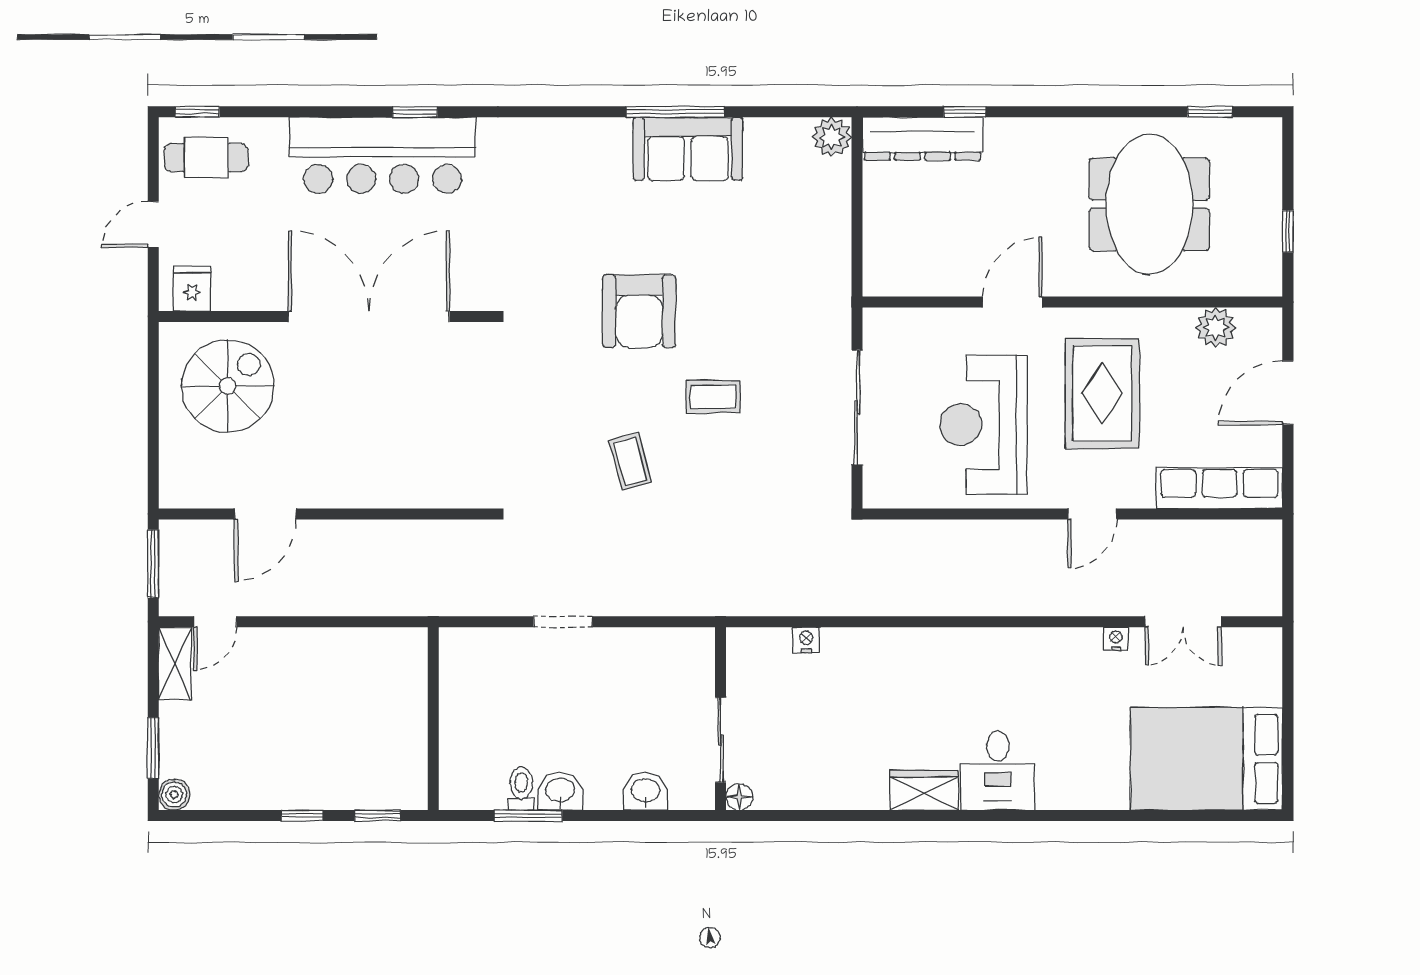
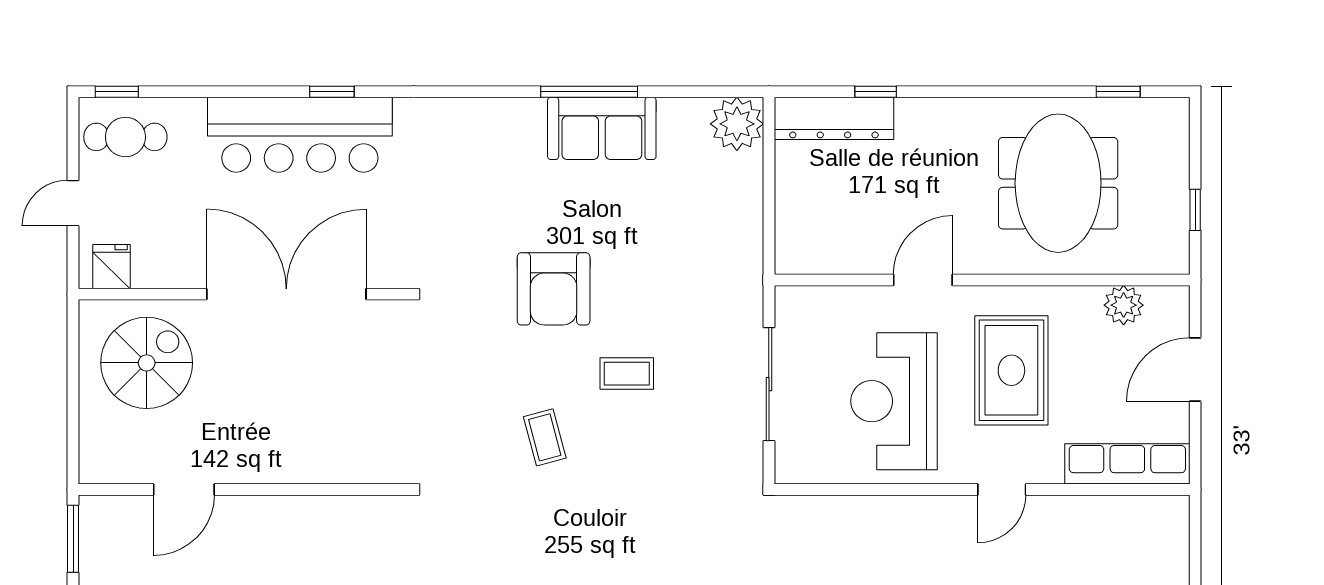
plant: (832, 137) -> (737, 124), width x1.36, depth x1.36

